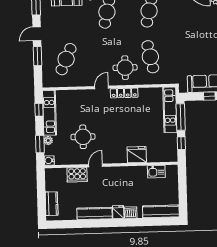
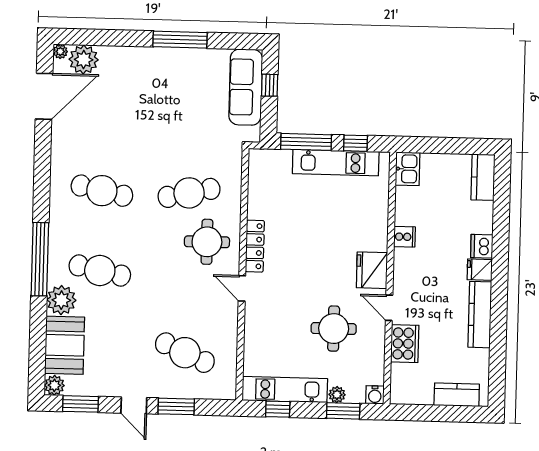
kitchen unit: (170, 110) -> (336, 163), moved
fridge: (137, 155) -> (372, 270), moved
cooker: (133, 172) -> (404, 237), added
kitchen sink: (156, 172) -> (408, 169), moved
kitchen counter: (161, 211) -> (483, 177), width x0.67

